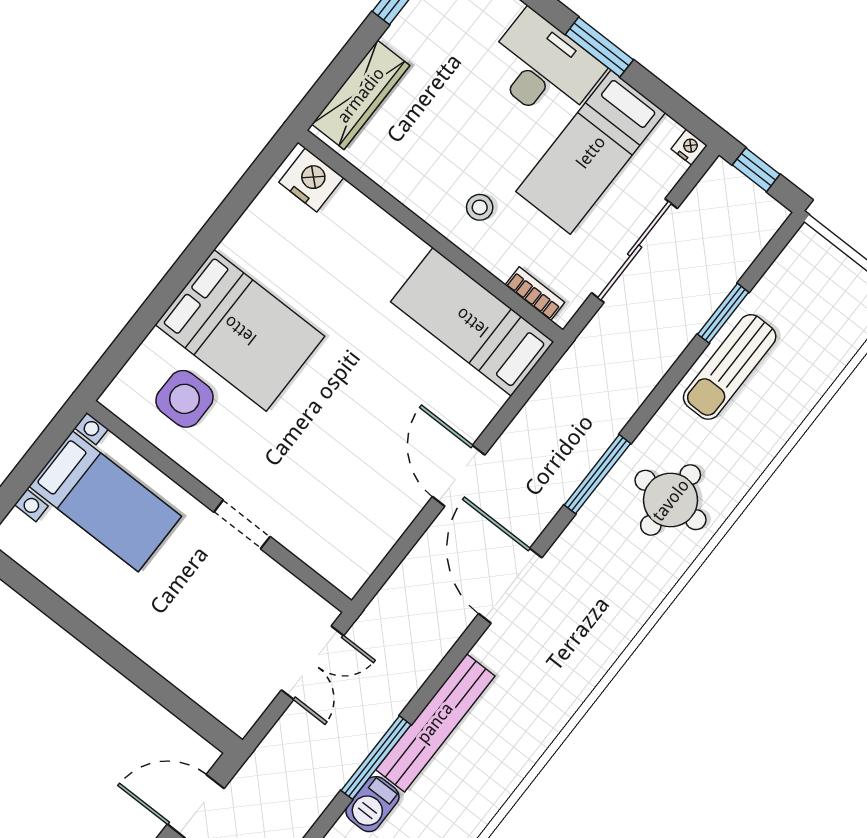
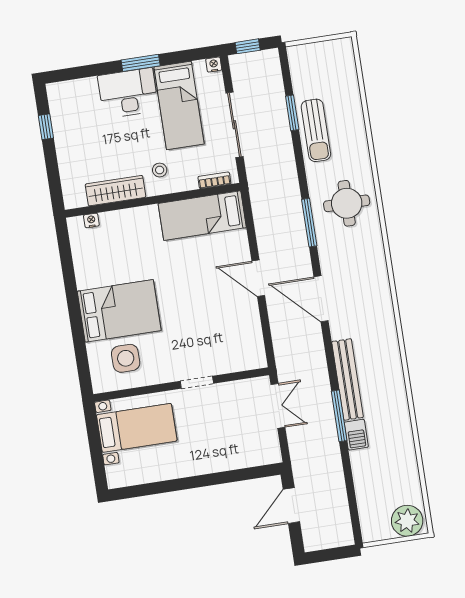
wardrobe: (361, 95) -> (115, 191), moved, turned -90
nightstand: (311, 180) -> (91, 220), width x0.53, depth x0.56

